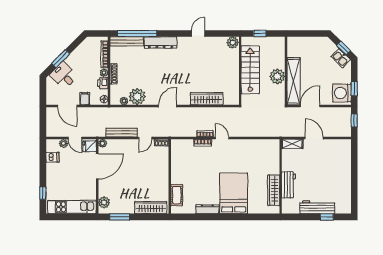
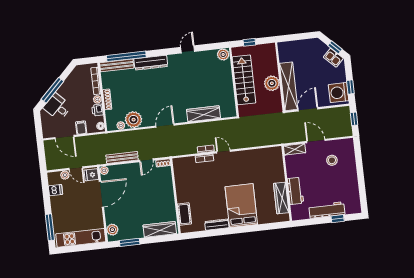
window: (61, 59) -> (52, 90), width x1.44
stool: (328, 159) -> (332, 160), added
window: (43, 193) -> (50, 227), width x2.17

